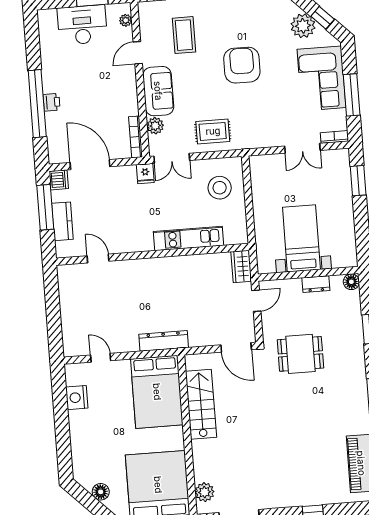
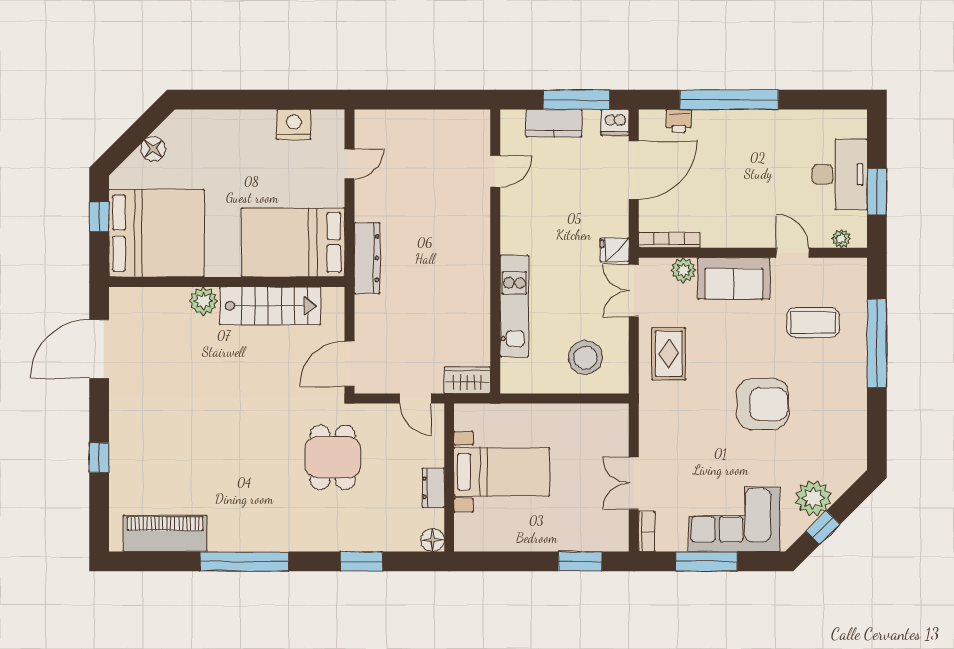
printer: (52, 102) -> (679, 121), moved
plant: (205, 492) -> (204, 301), moved

